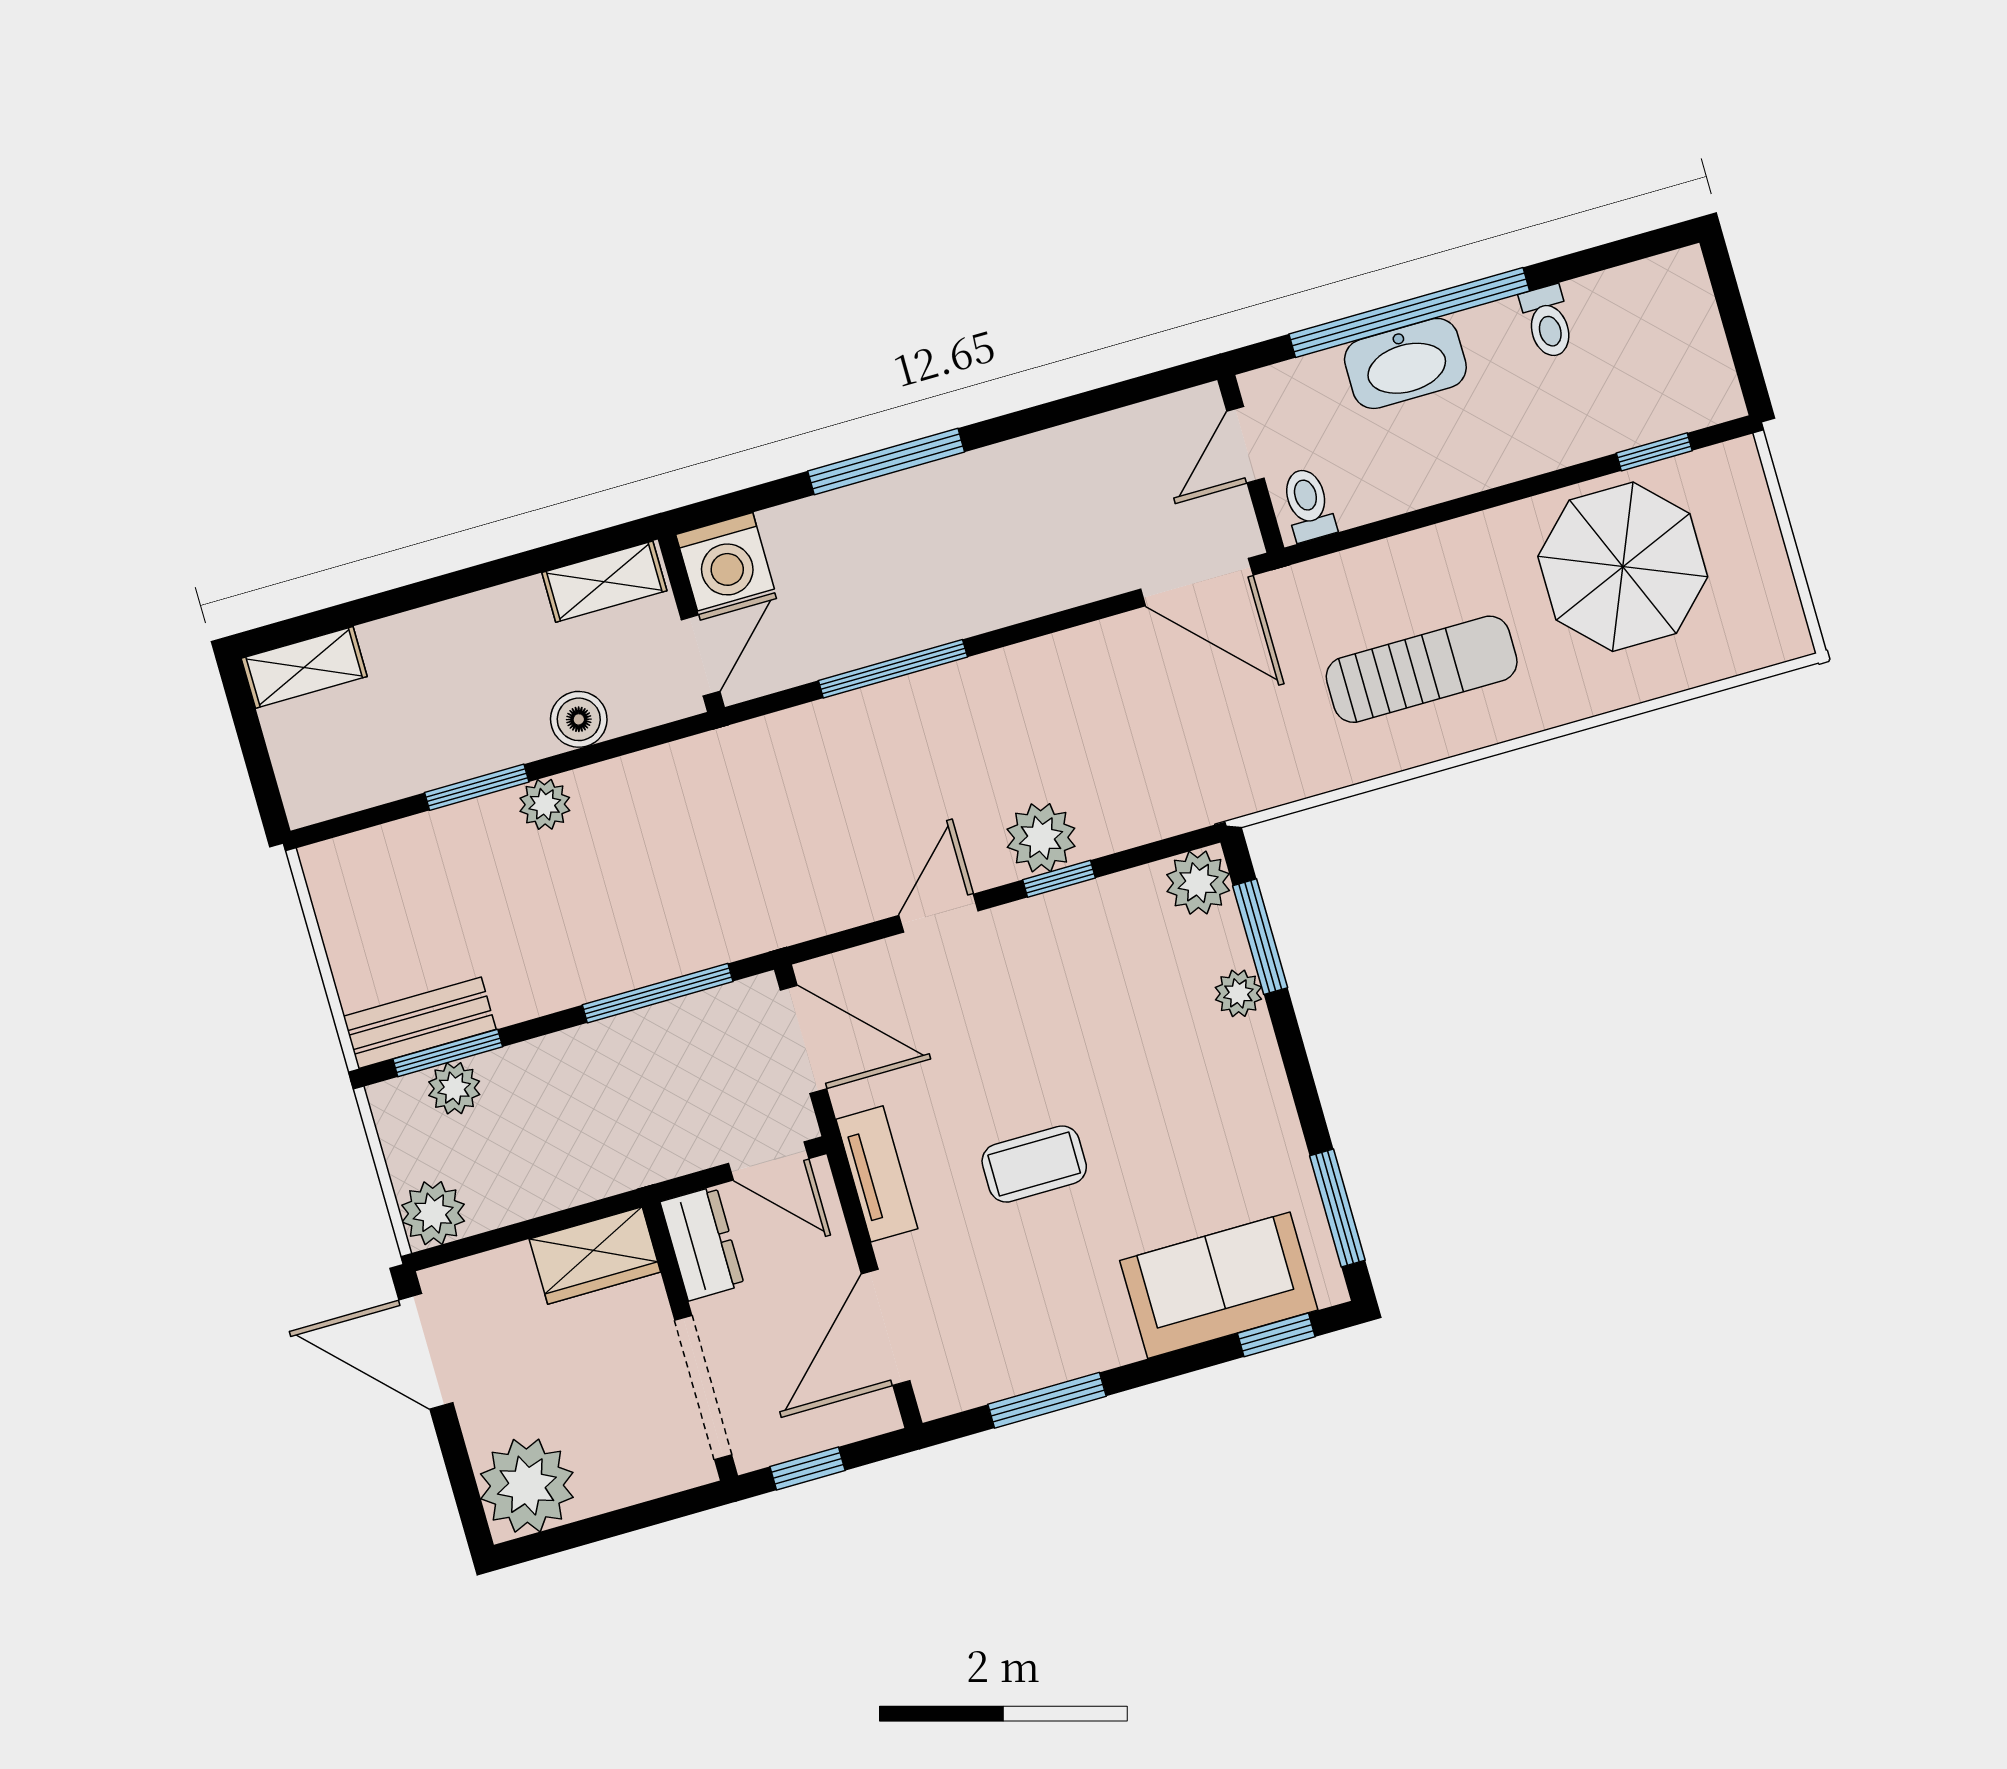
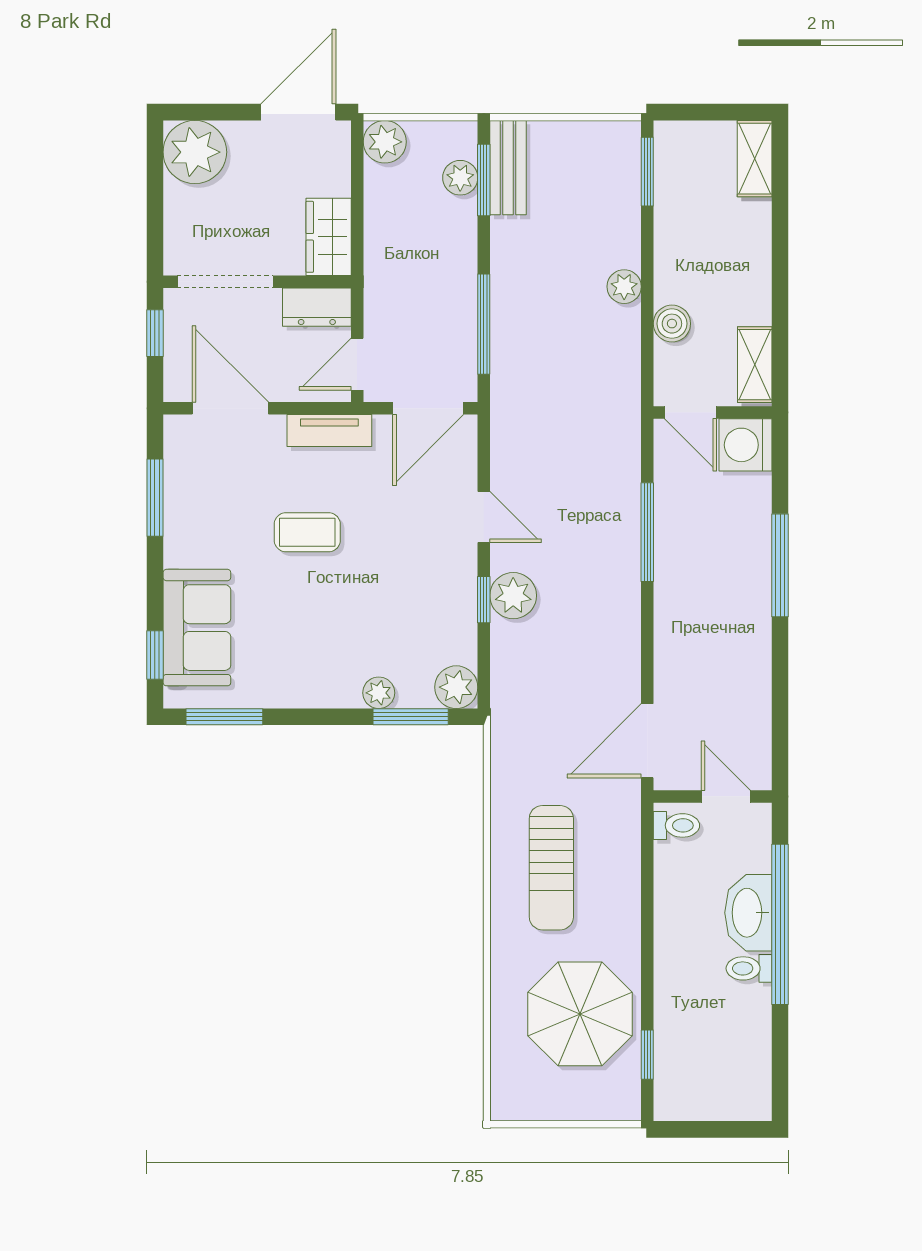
toilet: (1548, 322) -> (749, 968), moved
window: (477, 787) -> (647, 172), moved
coffee table: (1034, 1164) -> (307, 532), turned 90

